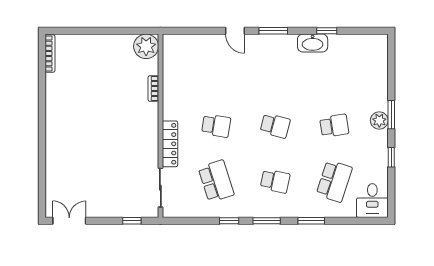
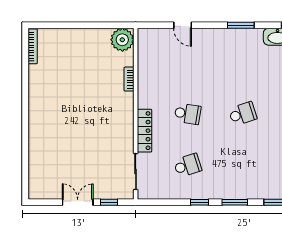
door: (235, 31) -> (183, 25), moved
school desk: (275, 126) -> (243, 114), turned -33
school desk: (216, 181) -> (188, 165), width x0.54
school desk: (275, 181) -> (243, 165), removed
double door: (69, 221) -> (78, 202), moved

